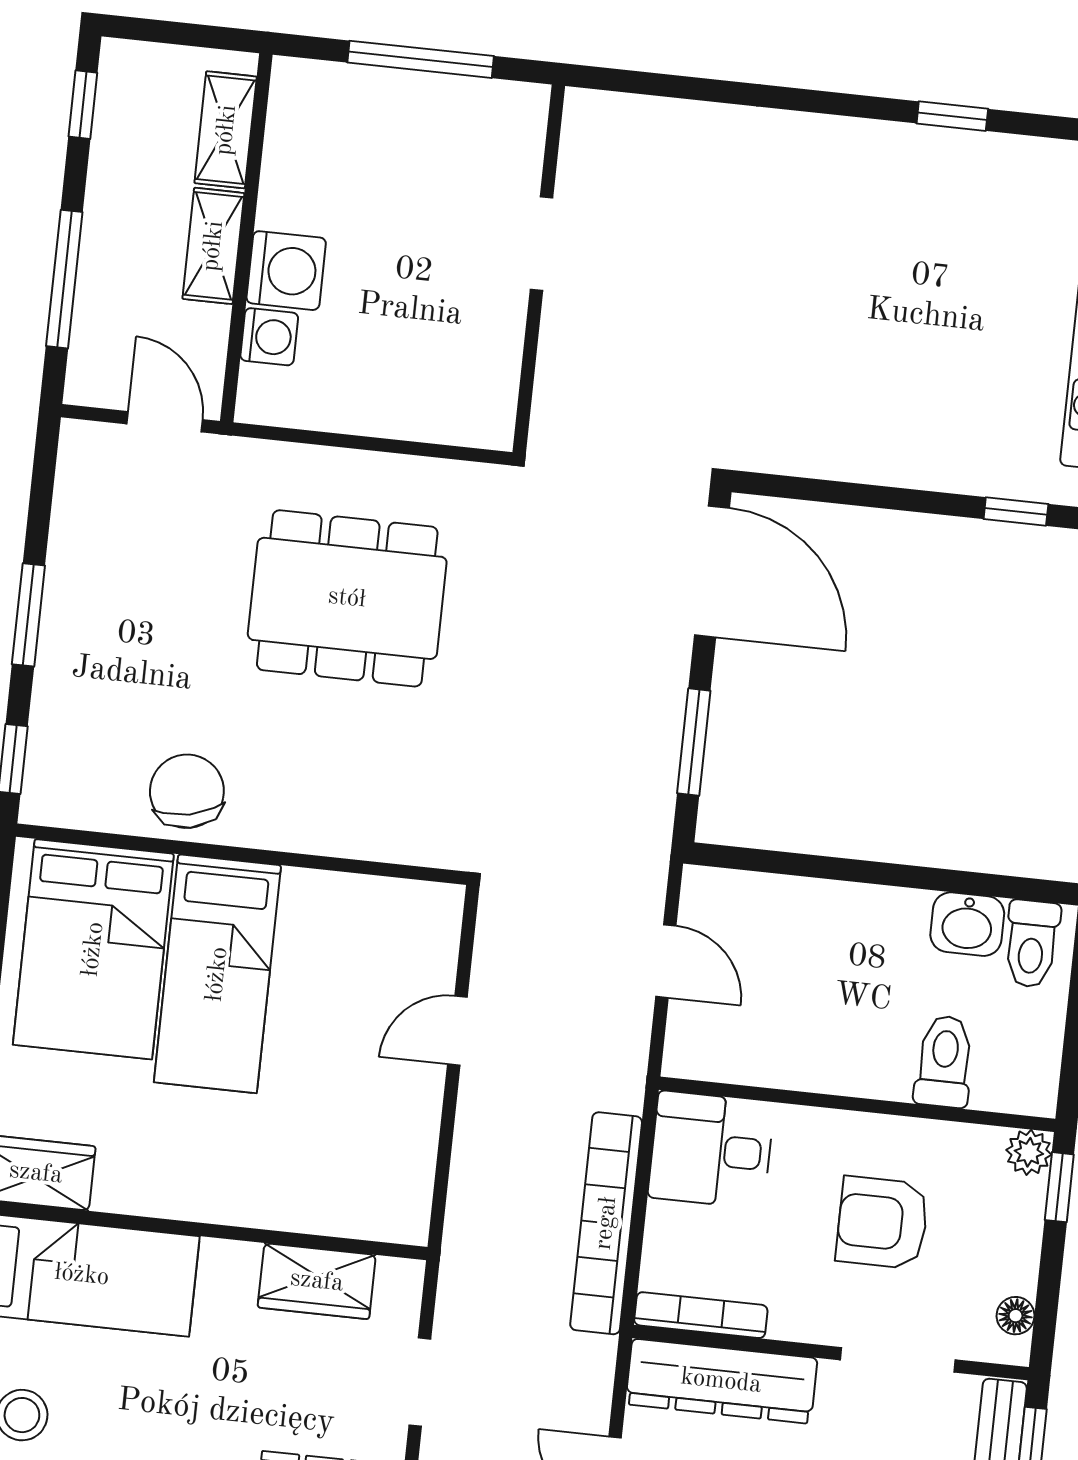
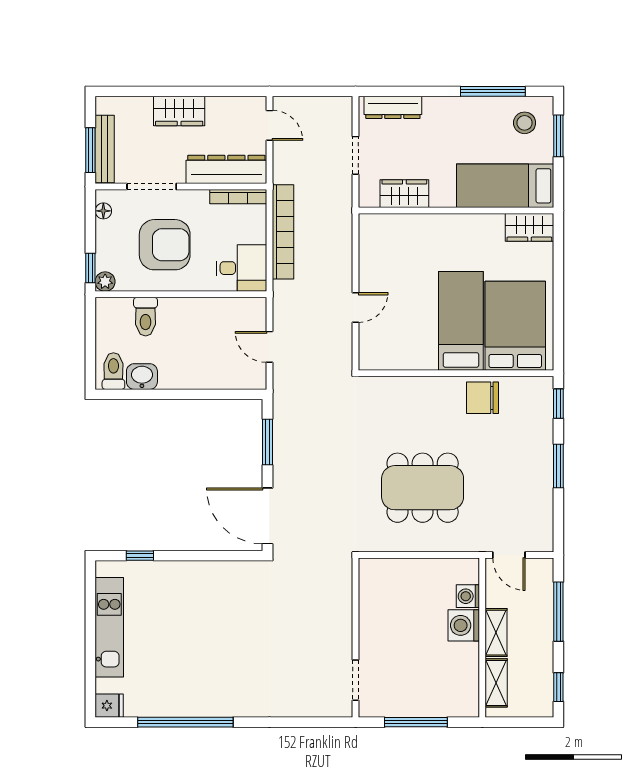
window: (952, 116) -> (185, 722), width x3.17
doorway: (542, 244) -> (356, 680), moved
chair: (187, 791) -> (482, 398), turned 102
armchair: (882, 1223) -> (165, 245), width x1.36, depth x1.36

